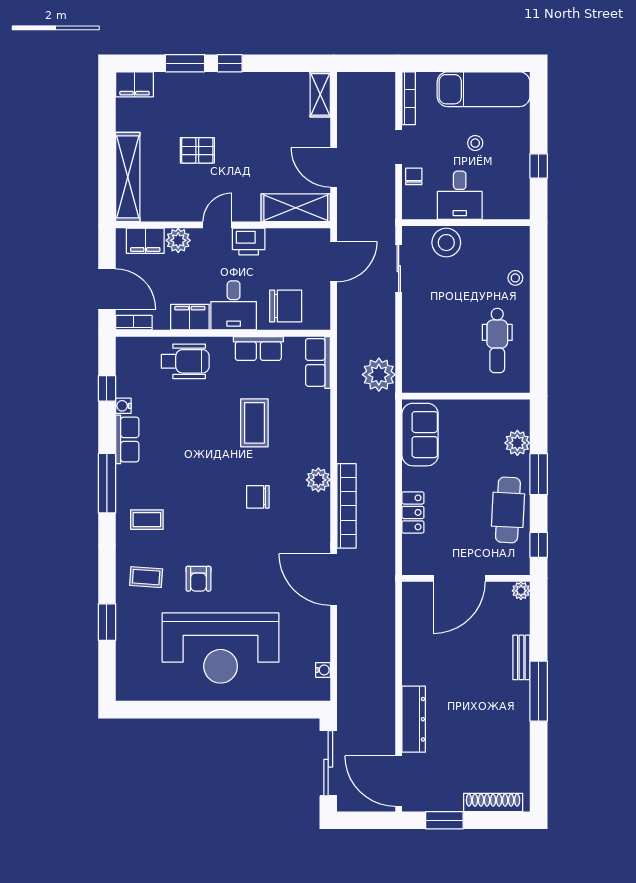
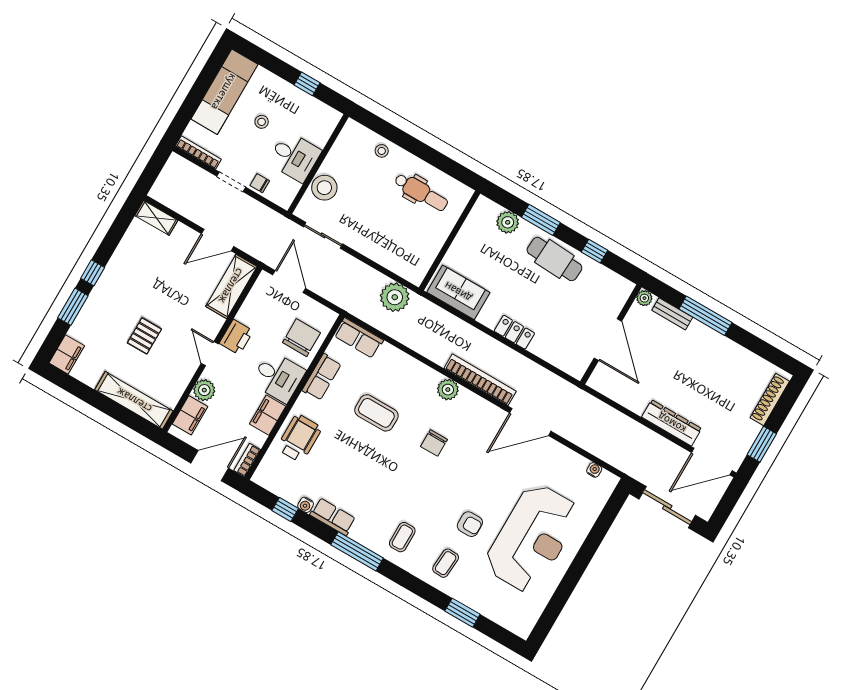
door: (459, 578) -> (608, 340), moved
wall: (466, 578) -> (611, 334), moved
plant: (521, 591) -> (644, 298), moved

